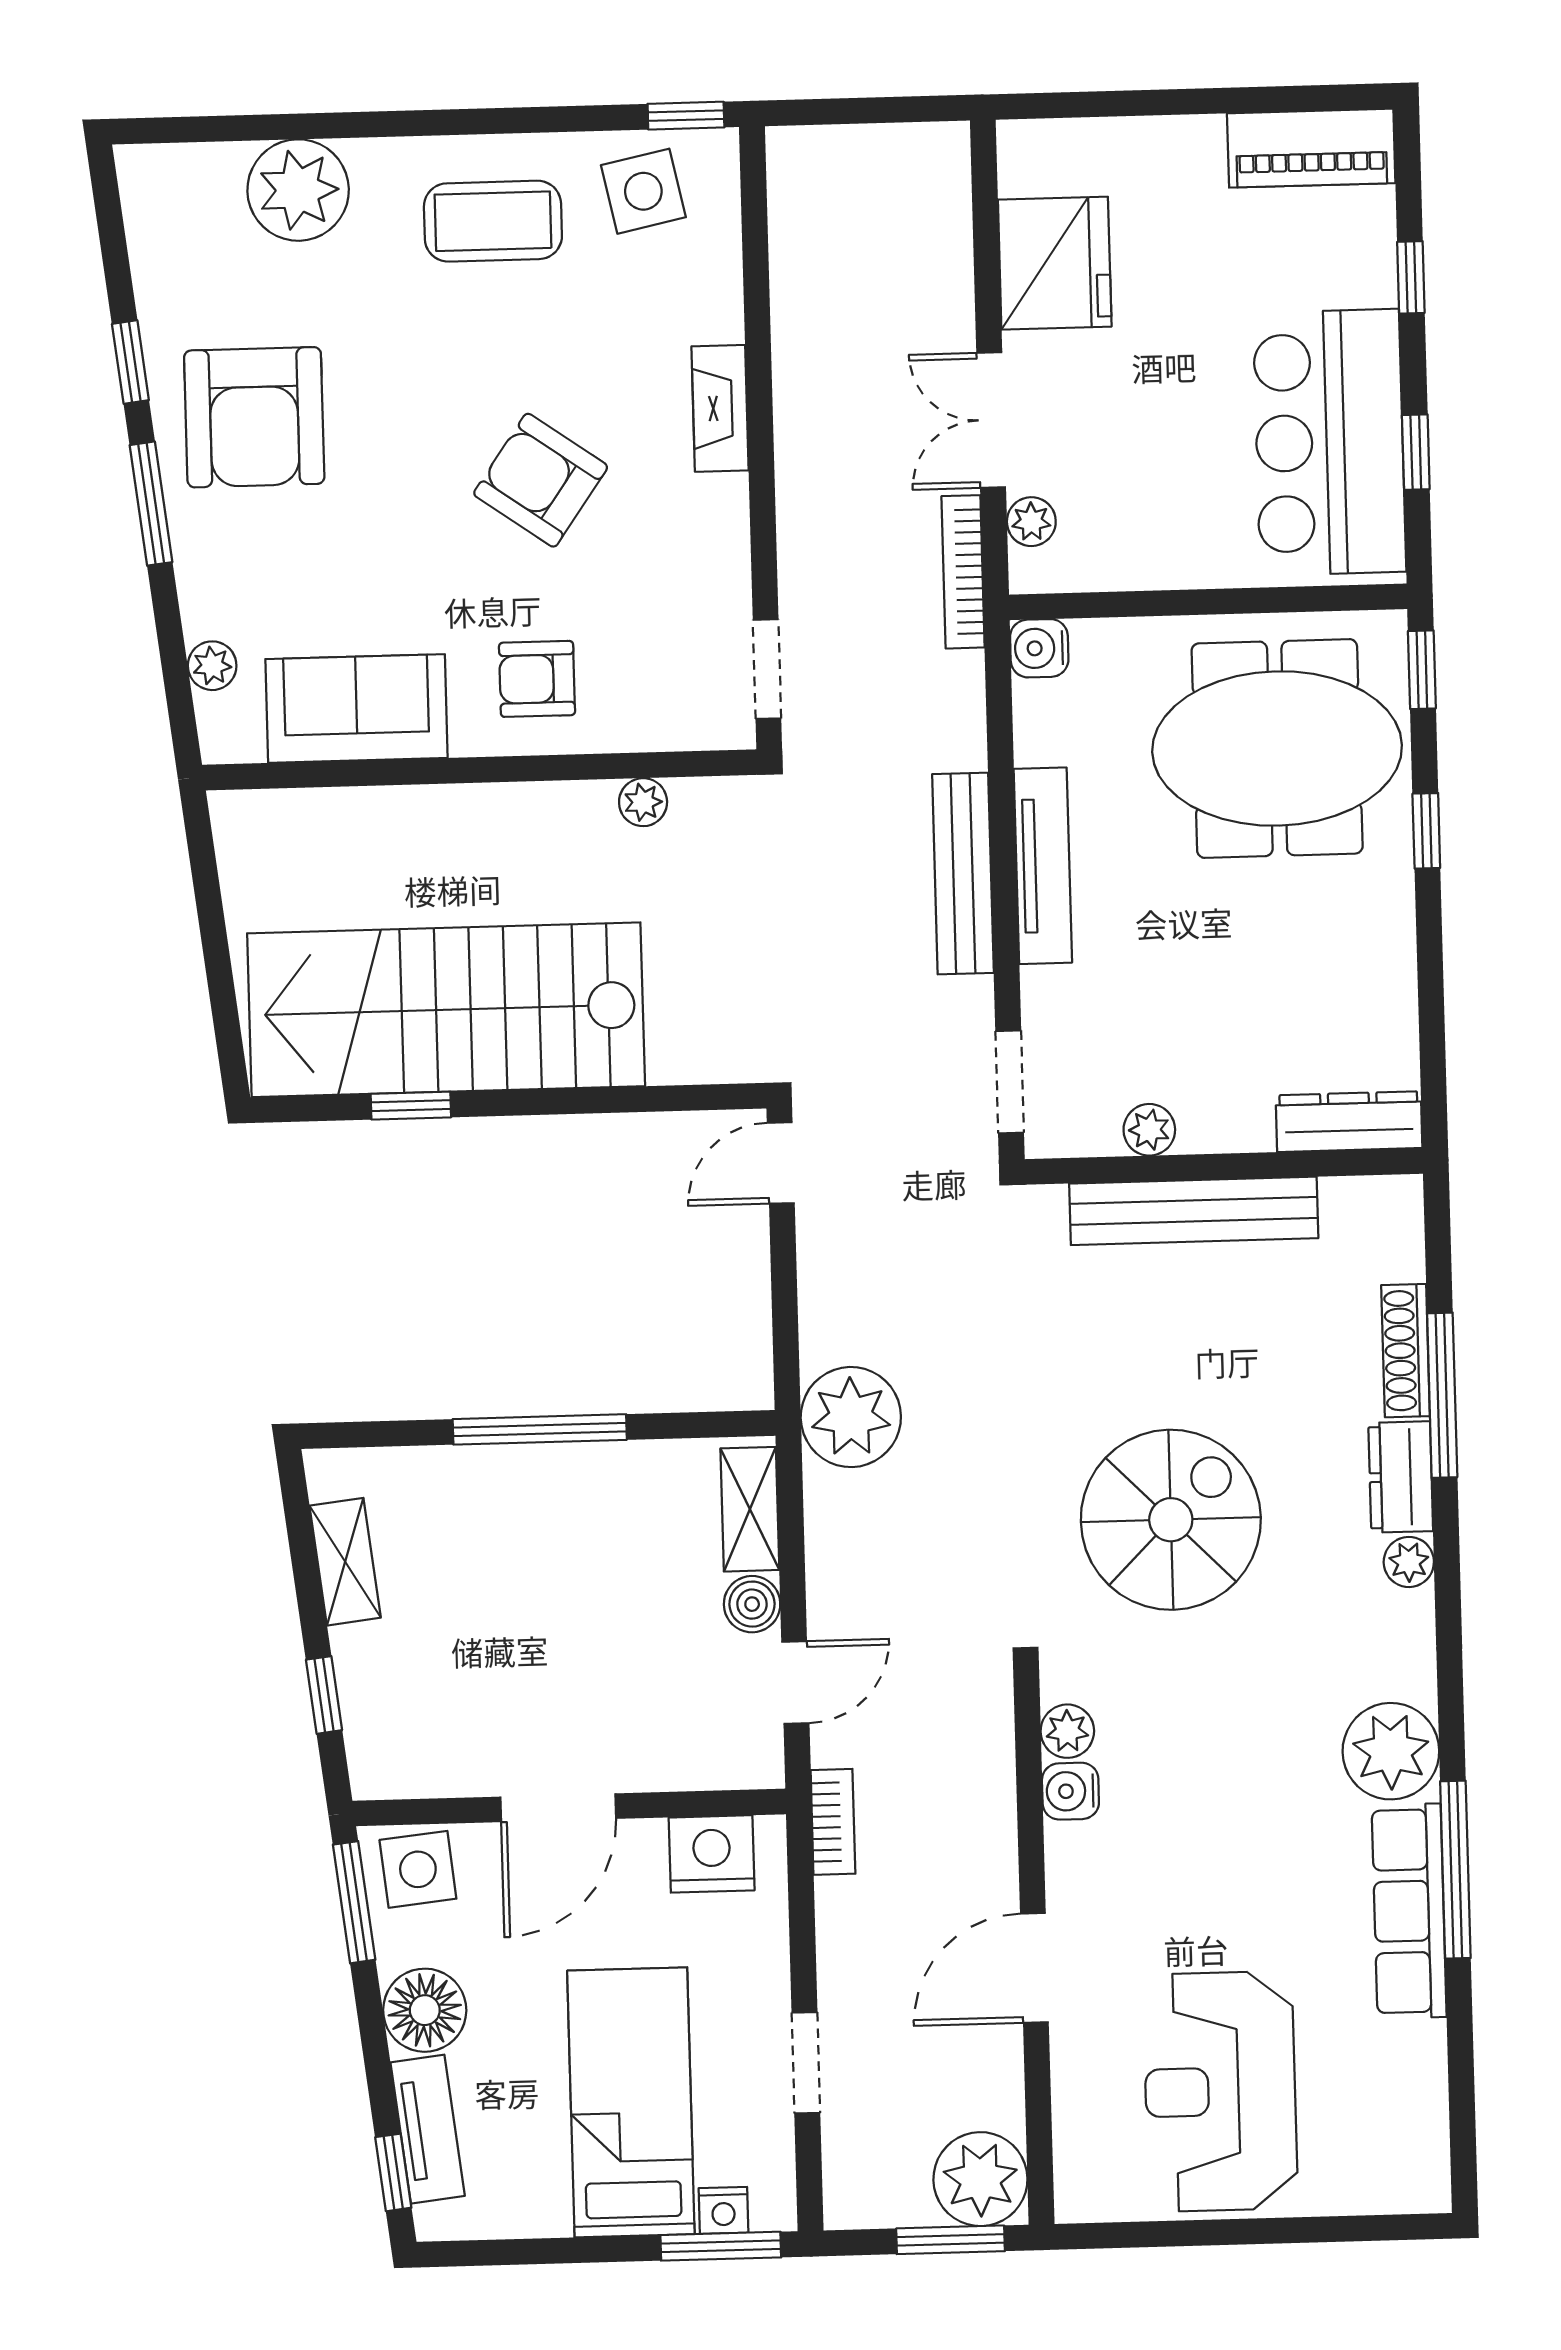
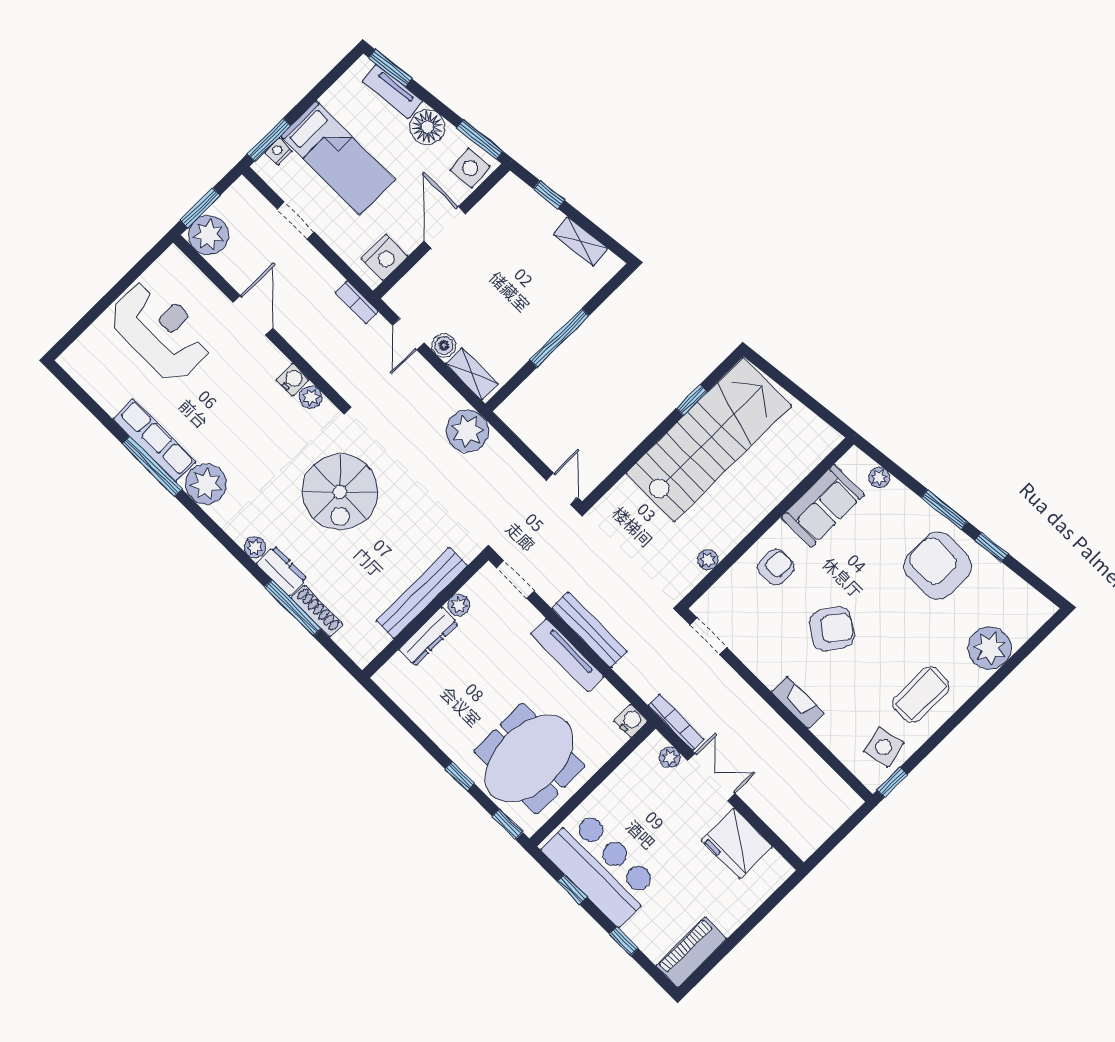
dresser: (1349, 1122) -> (429, 636), moved
window: (393, 2172) -> (390, 68), width x1.50

